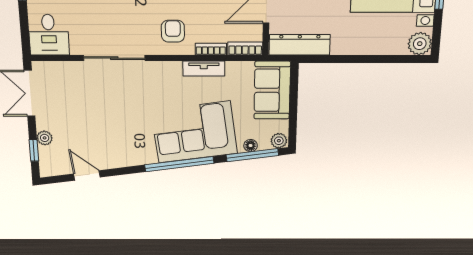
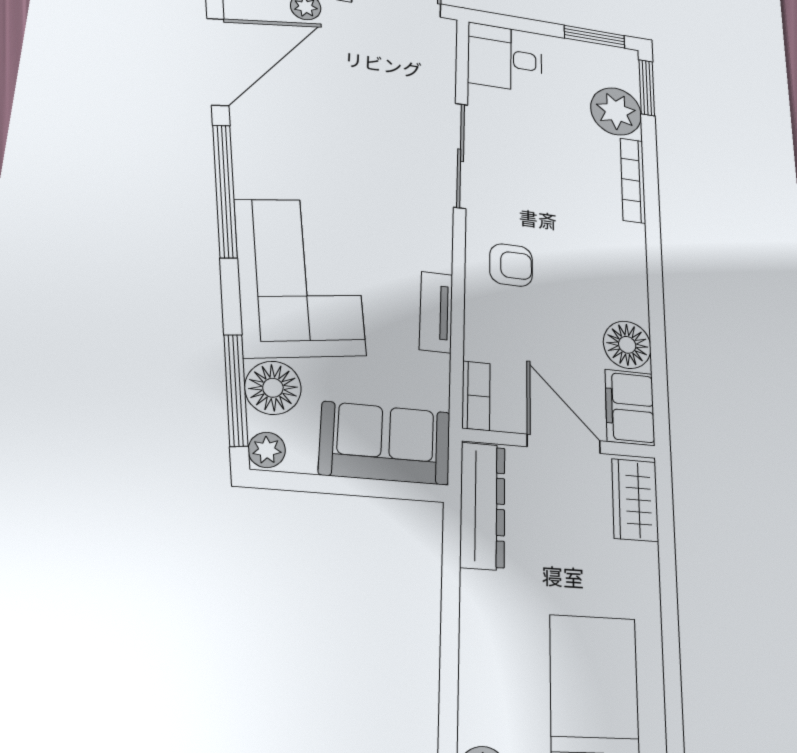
bookcase: (211, 49) -> (475, 330), removed
floor lamp: (251, 146) -> (273, 388), width x1.89, depth x1.89
window: (179, 164) -> (225, 191), moved
door: (87, 175) -> (218, 62), width x1.88

